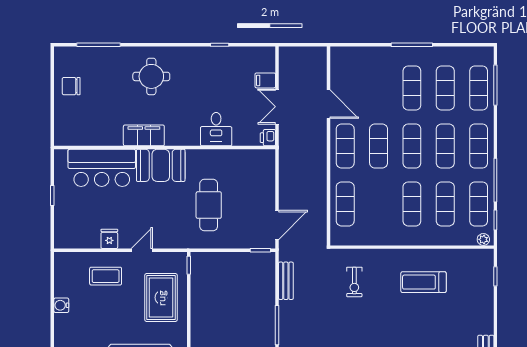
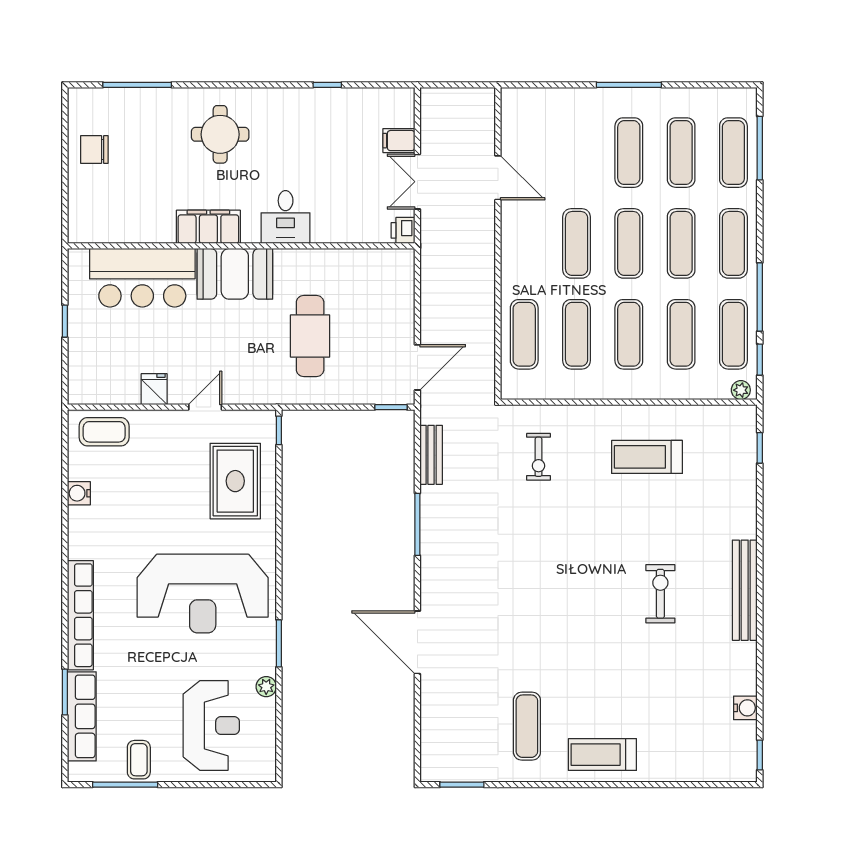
desk: (216, 129) -> (286, 217), moved
exercise mat: (345, 146) -> (577, 334), moved
coffee table: (106, 276) -> (104, 432), moved

